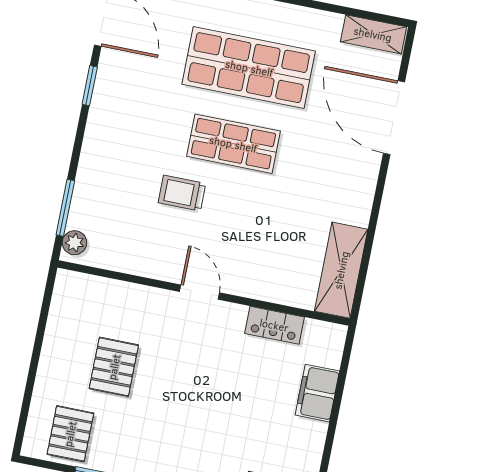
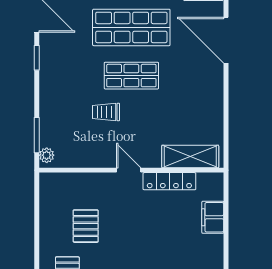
shelving: (341, 270) -> (190, 157), moved, turned 90
locker: (274, 325) -> (169, 181), width x1.53

